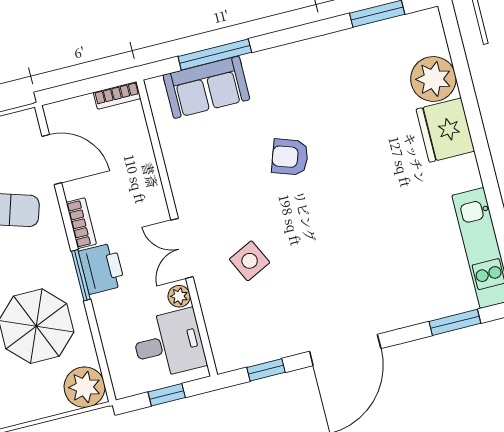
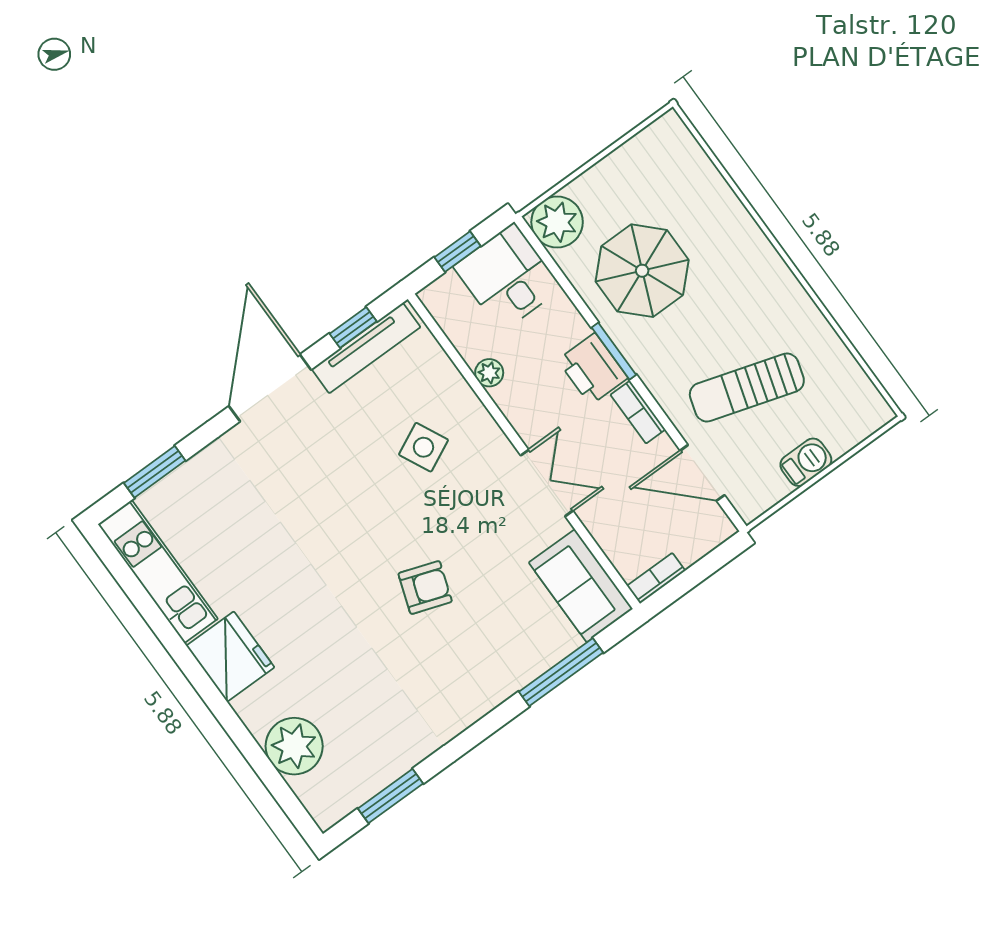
sofa: (206, 87) -> (581, 586), moved, turned -90
fridge: (445, 130) -> (230, 657), moved
double door: (182, 248) -> (547, 483), moved
desk: (169, 344) -> (508, 277), moved, turned 90
tv unit: (263, 351) -> (366, 348), added

